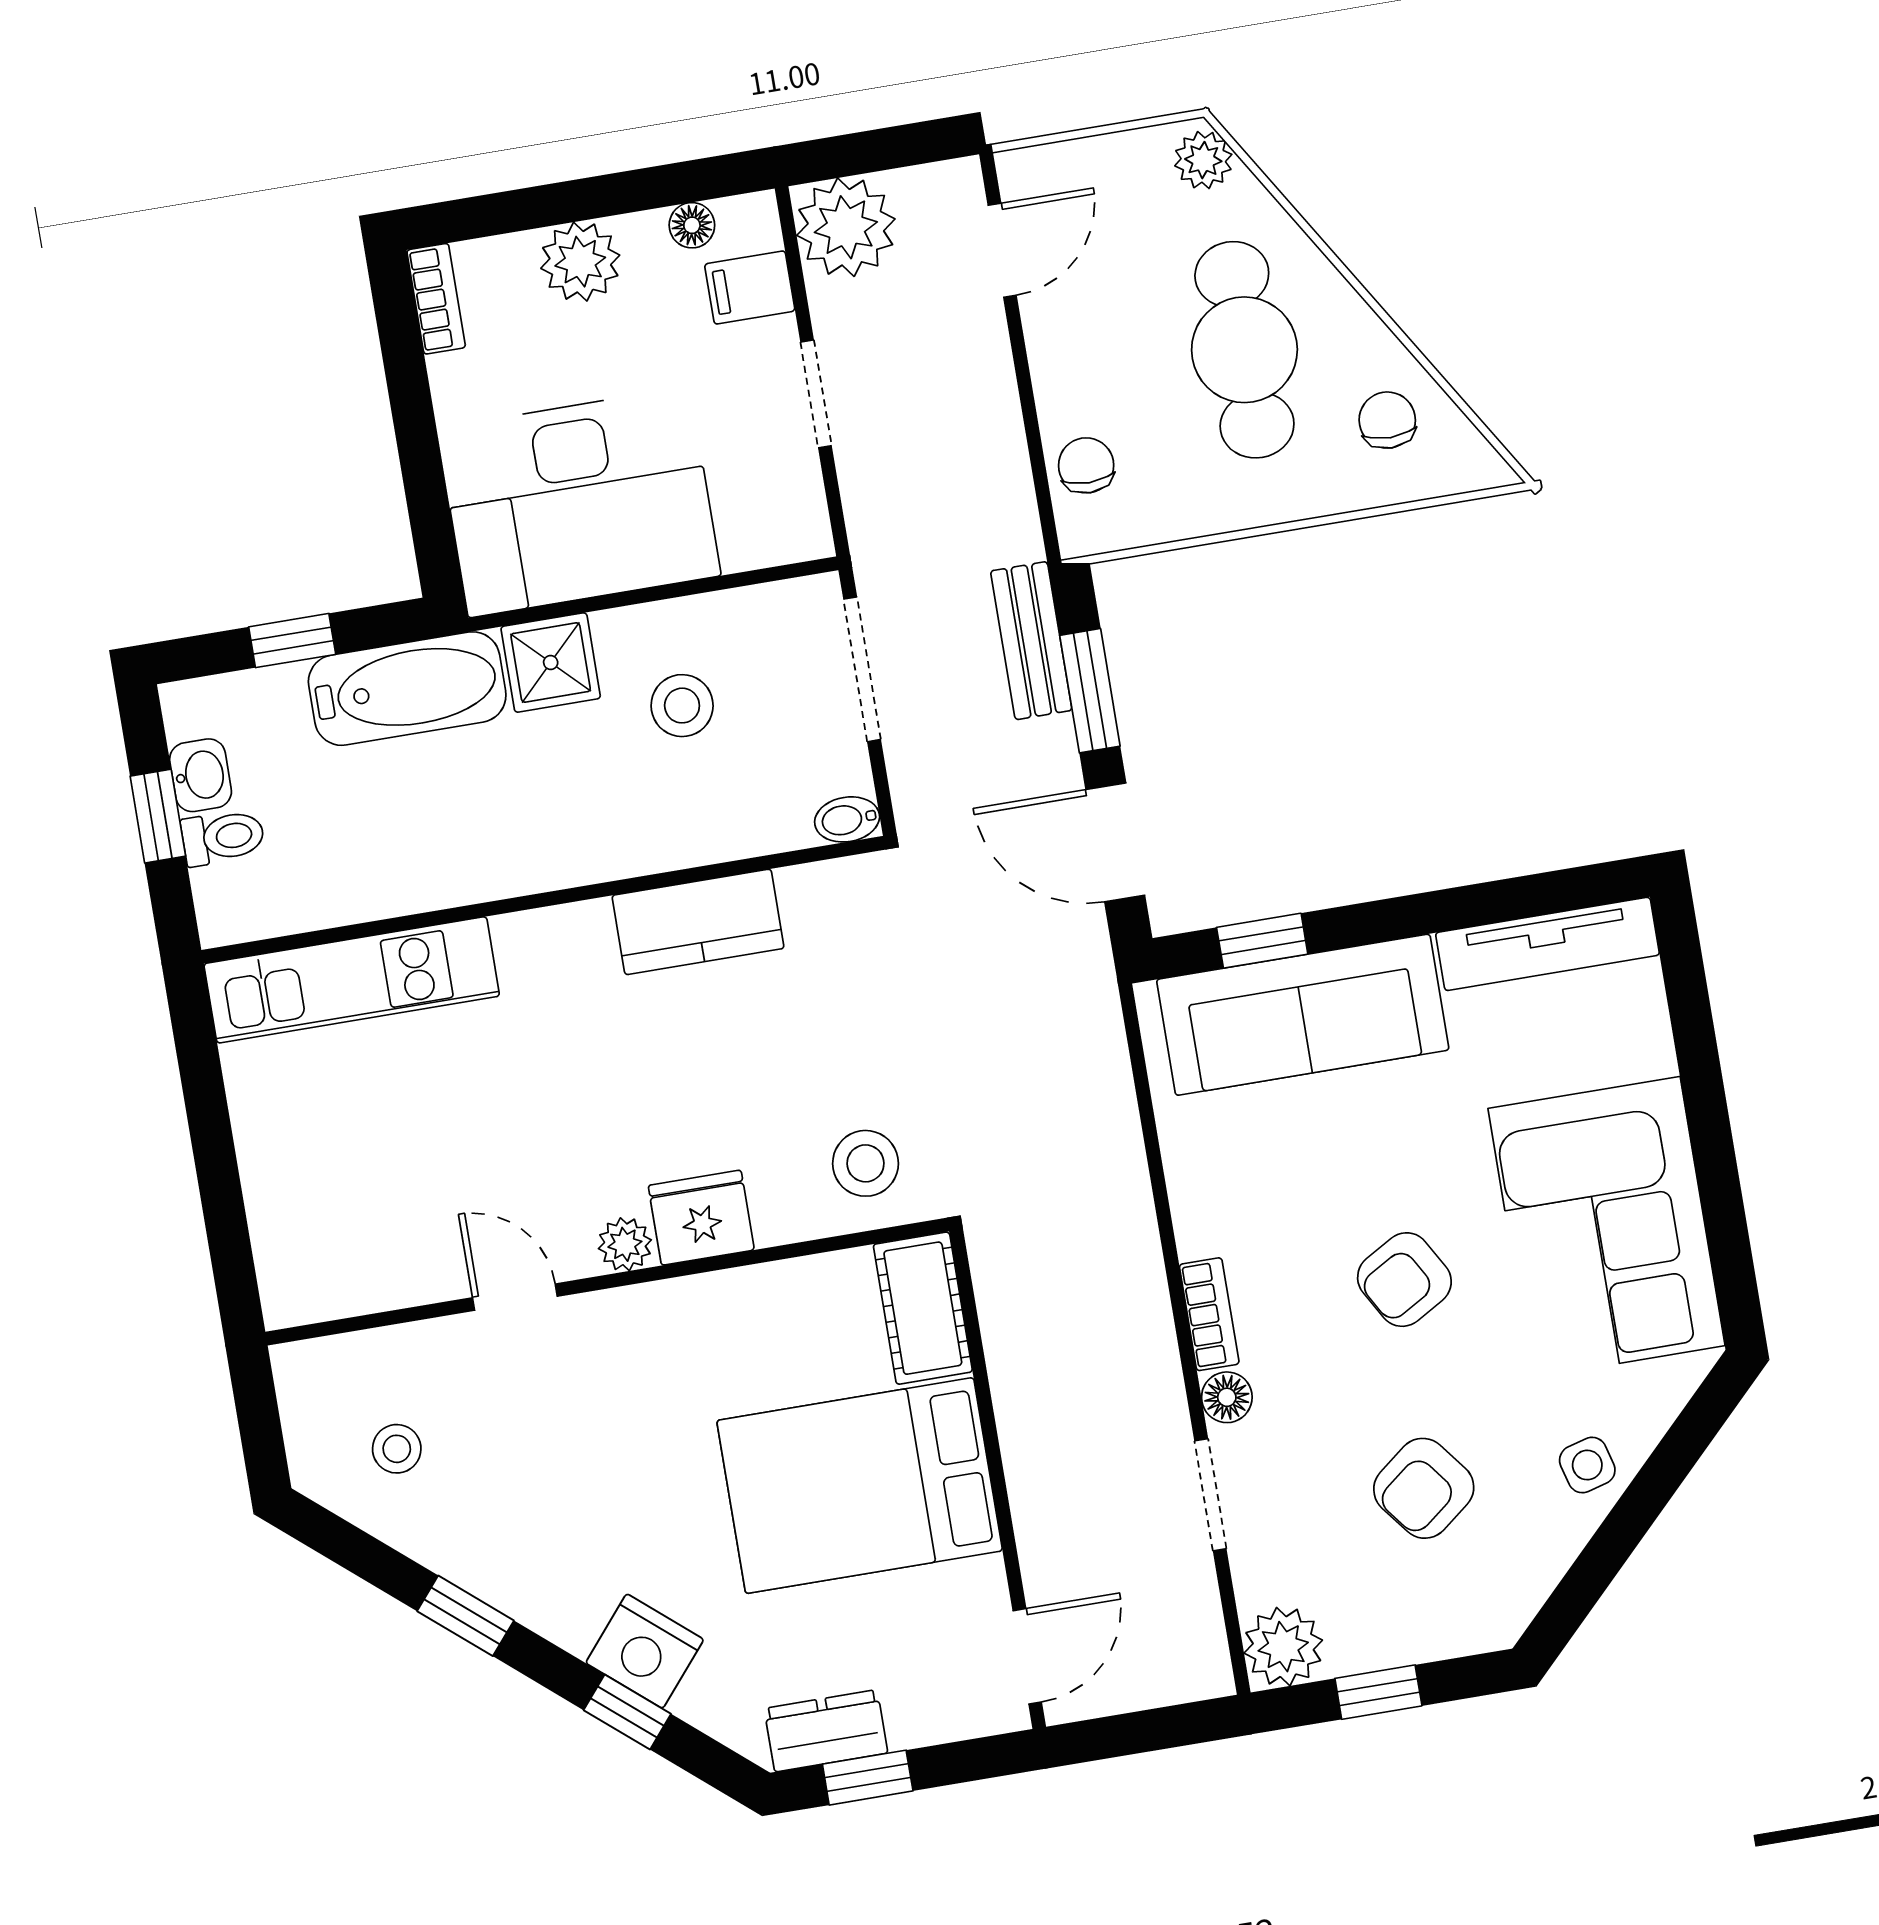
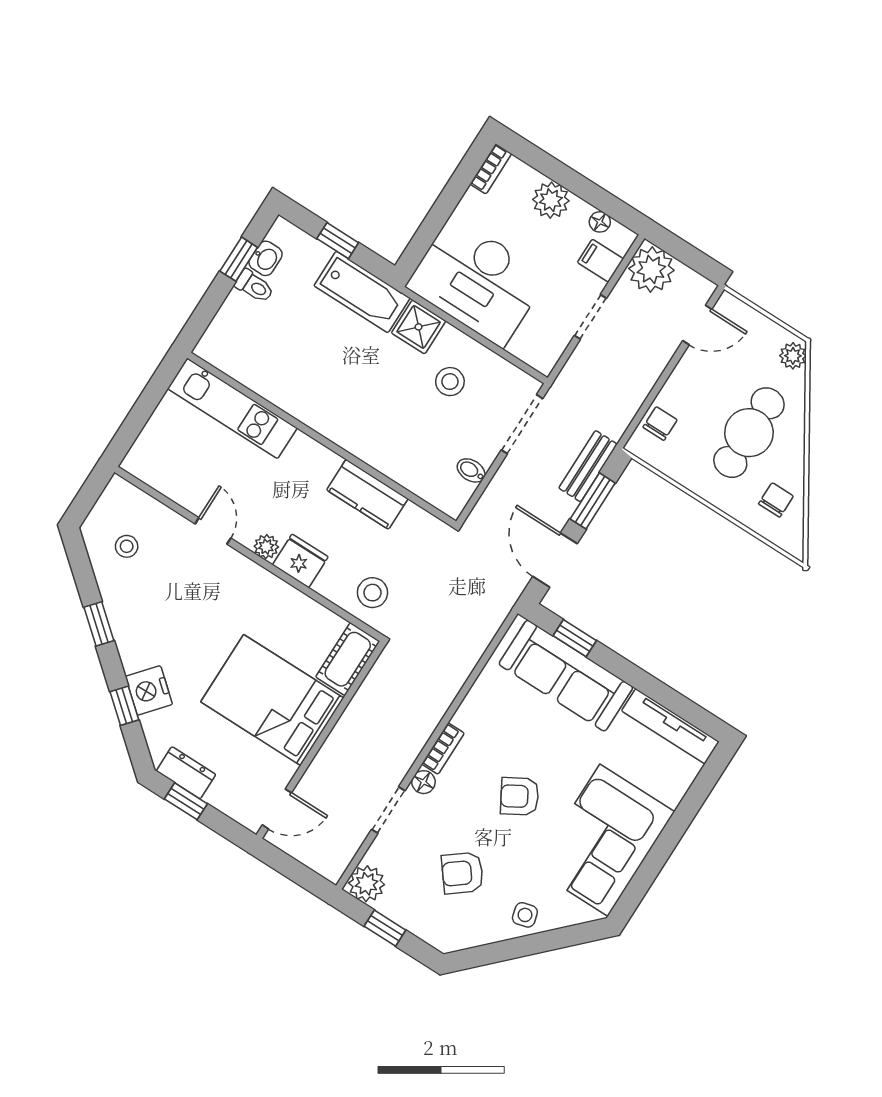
wall: (543, 900) -> (322, 440), moved
kitchen counter: (698, 922) -> (367, 494), moved
kitchen unit: (352, 980) -> (232, 408), moved

